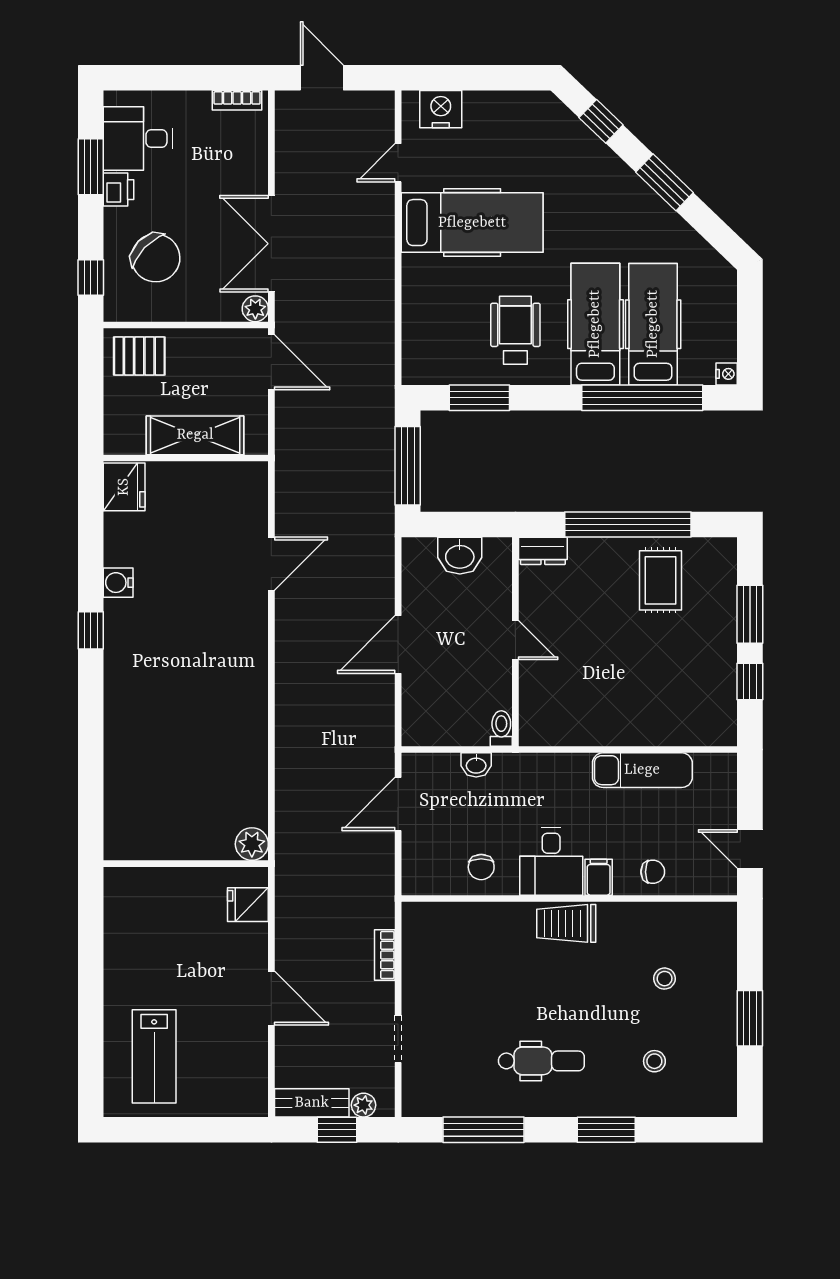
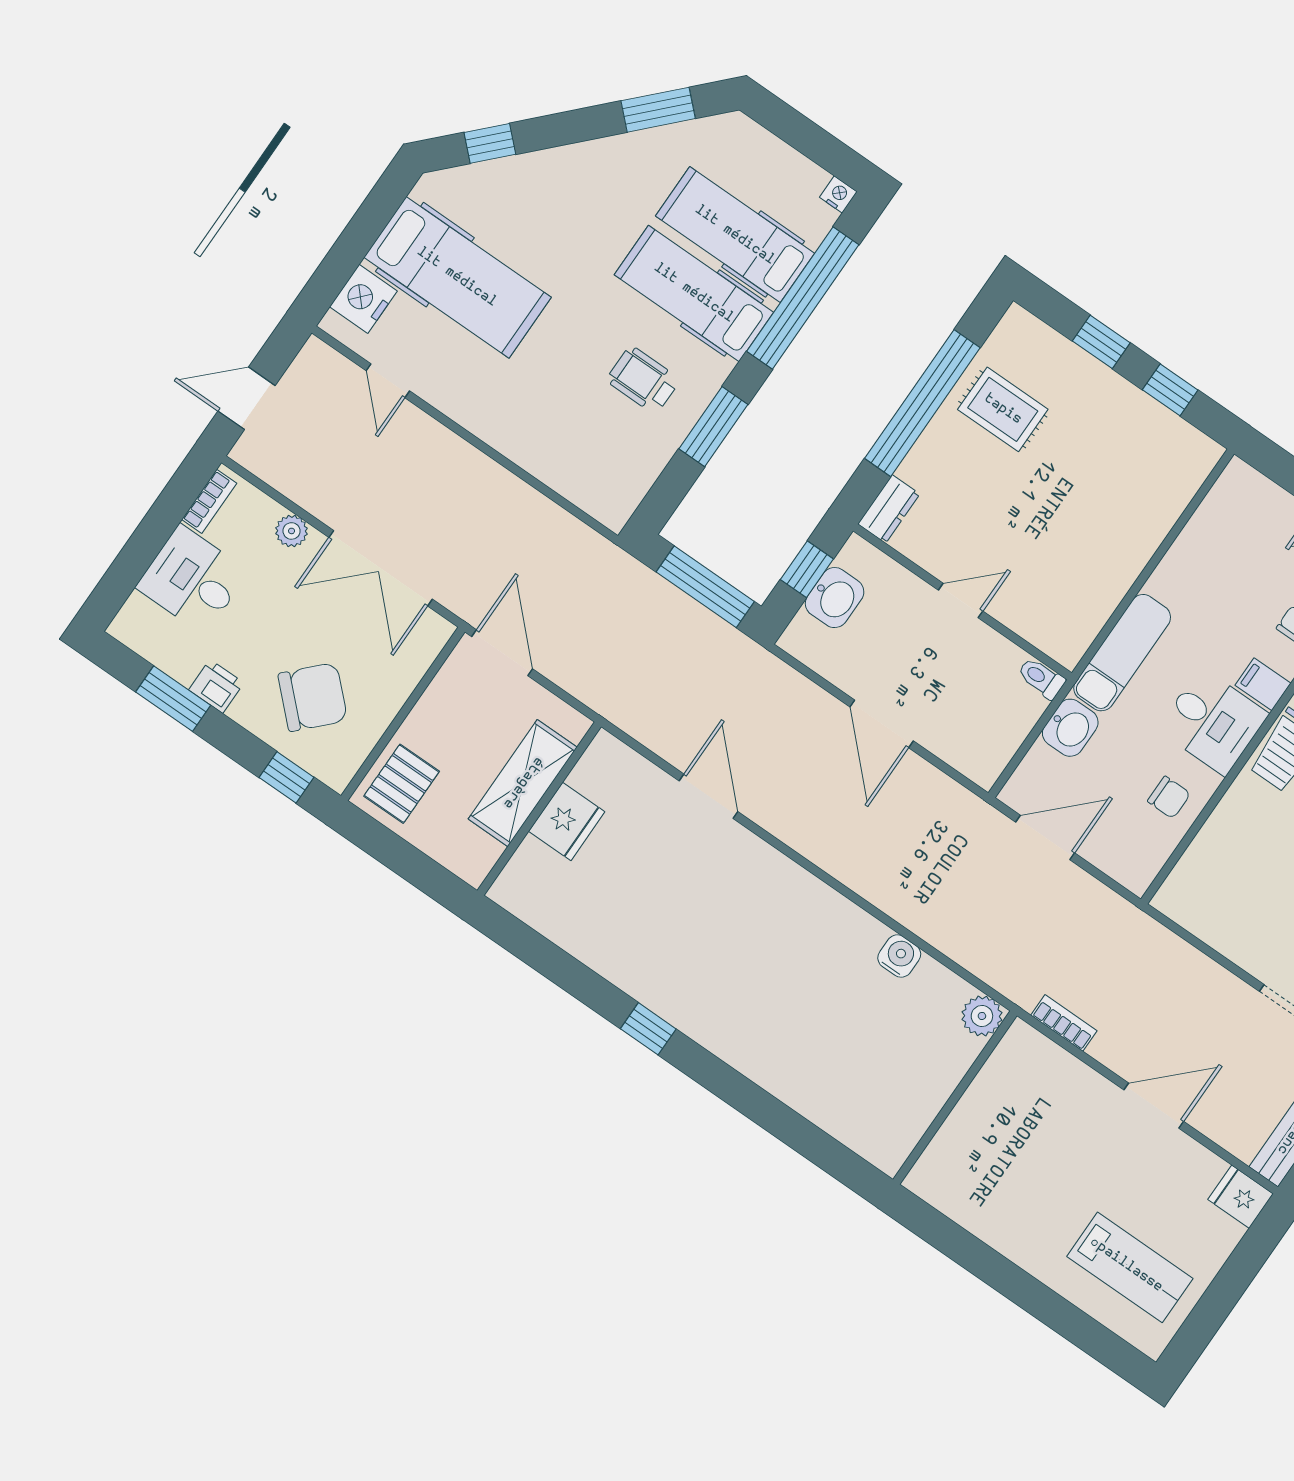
desk: (138, 138) -> (192, 579), moved, turned 90
window: (665, 182) -> (658, 110), moved
hospital bed: (472, 223) -> (457, 277), moved, turned 90
plant: (255, 309) -> (292, 531), moved
wheelchair: (515, 330) -> (643, 380), width x0.73, depth x0.73
door: (271, 362) -> (502, 653), hinge flipped
window: (479, 398) -> (713, 427), moved
fridge: (124, 487) -> (567, 821), moved, turned 90
window: (466, 525) -> (807, 569), added
water cooler: (118, 583) -> (899, 956), moved, turned 180
window: (750, 614) -> (1101, 342), width x0.67
washbasin: (476, 765) -> (1070, 728), width x1.38, depth x1.45
exam couch: (642, 770) -> (1122, 653), moved
door: (398, 804) -> (1045, 837), swing flipped
fridge: (248, 905) -> (1241, 1197), moved, turned 90
bookcase: (385, 955) -> (1064, 1023), moved, turned 180

